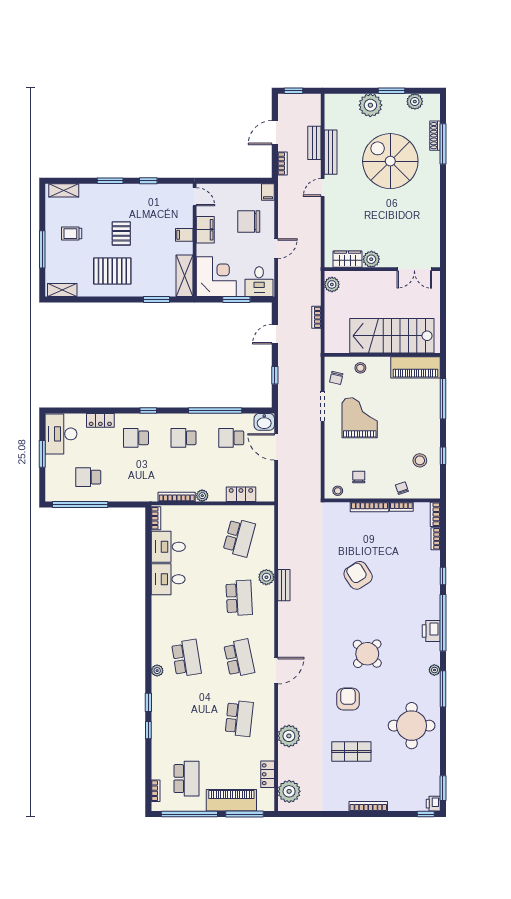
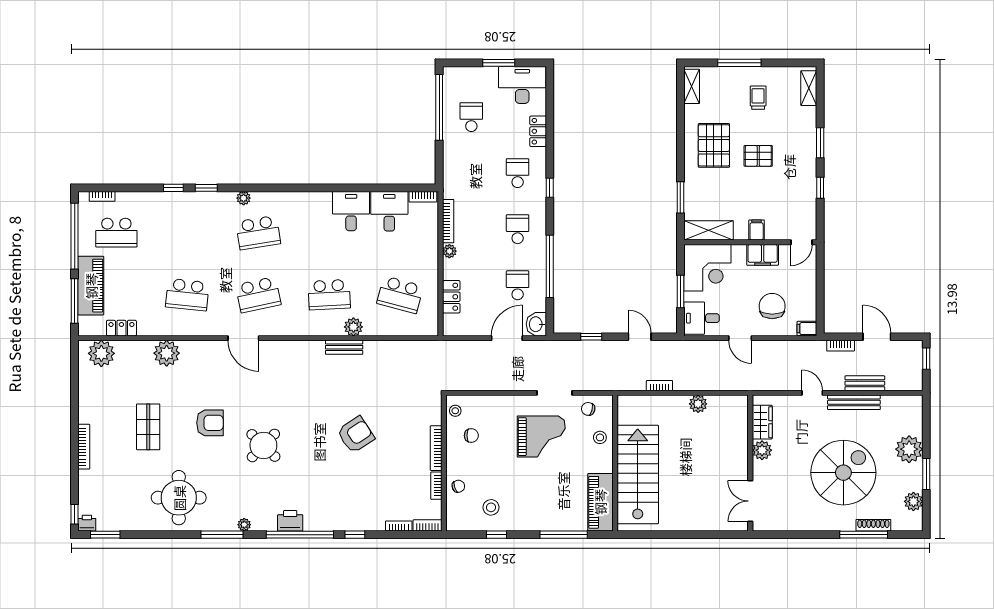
wardrobe: (347, 259) -> (762, 422), moved
plant: (371, 259) -> (762, 450), moved
wall: (382, 269) -> (750, 463), moved
double door: (414, 269) -> (750, 501), moved

